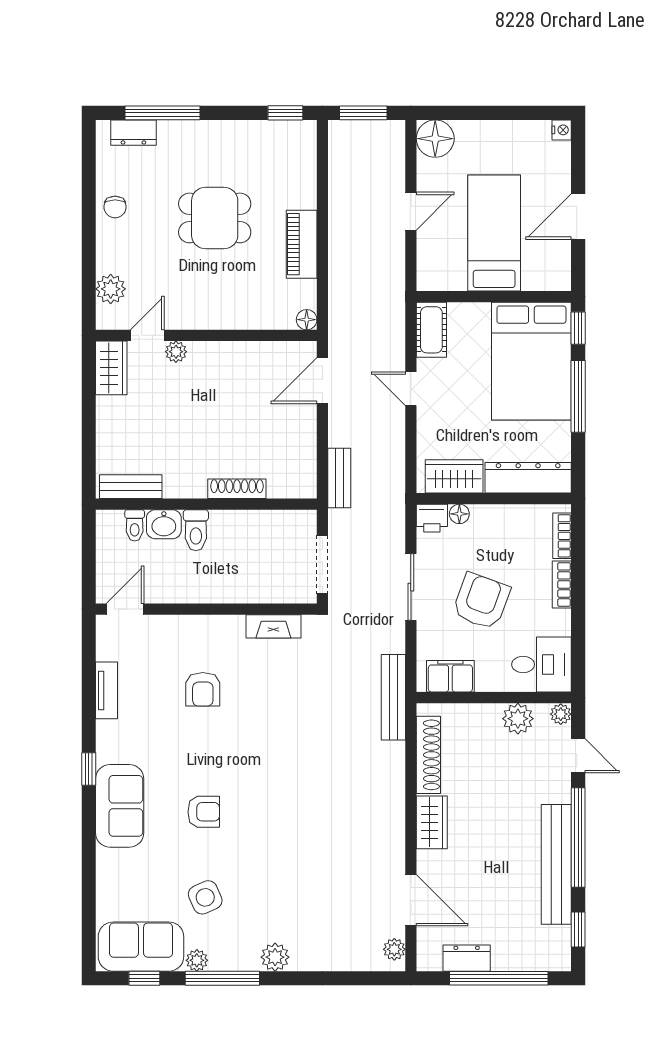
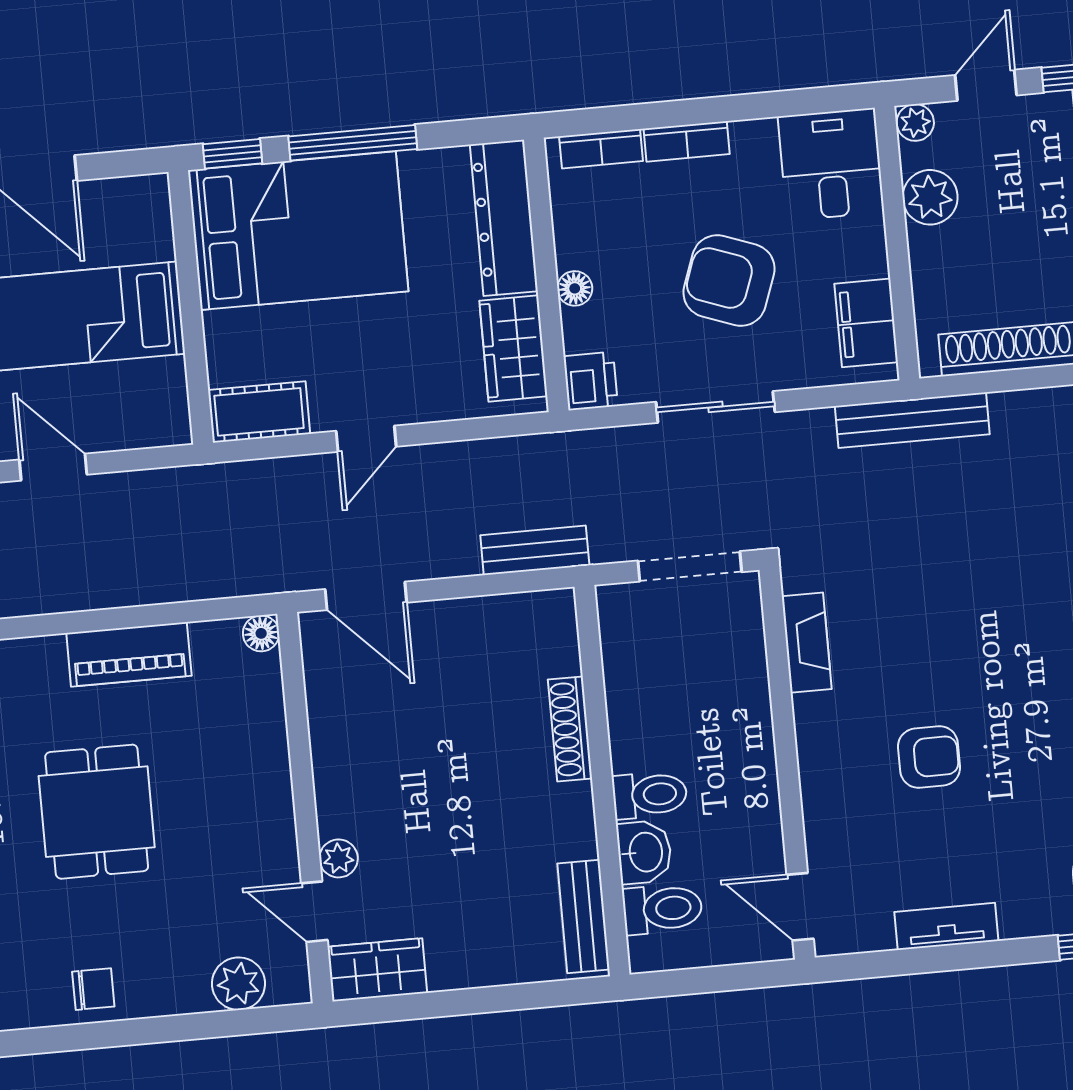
floor lamp: (459, 514) -> (575, 288), moved
toilet: (135, 525) -> (663, 909), width x1.37, depth x1.39

